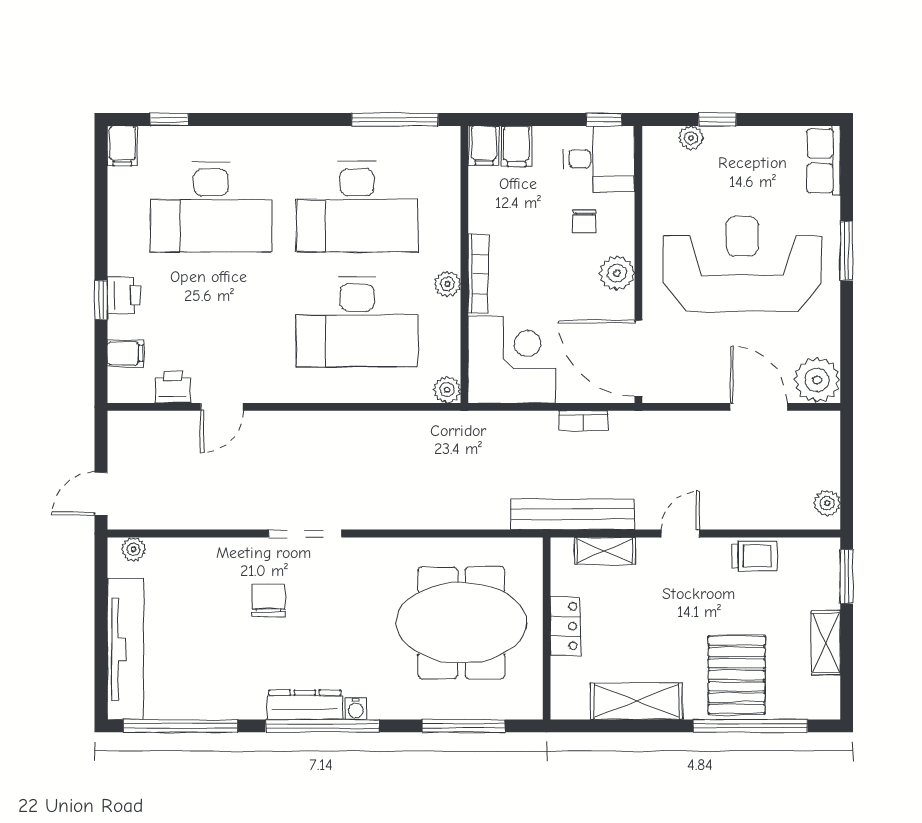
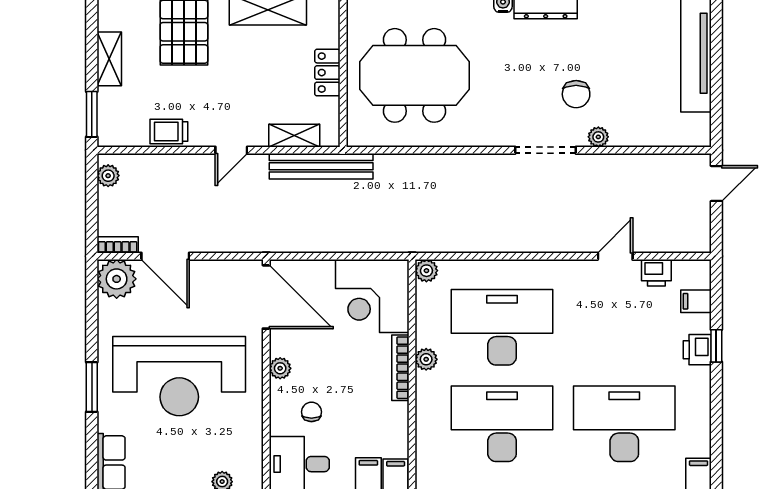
plant: (617, 273) -> (280, 368), width x0.73, depth x0.73
bookcase: (583, 421) -> (118, 245), moved
plant: (134, 549) -> (598, 137), moved

